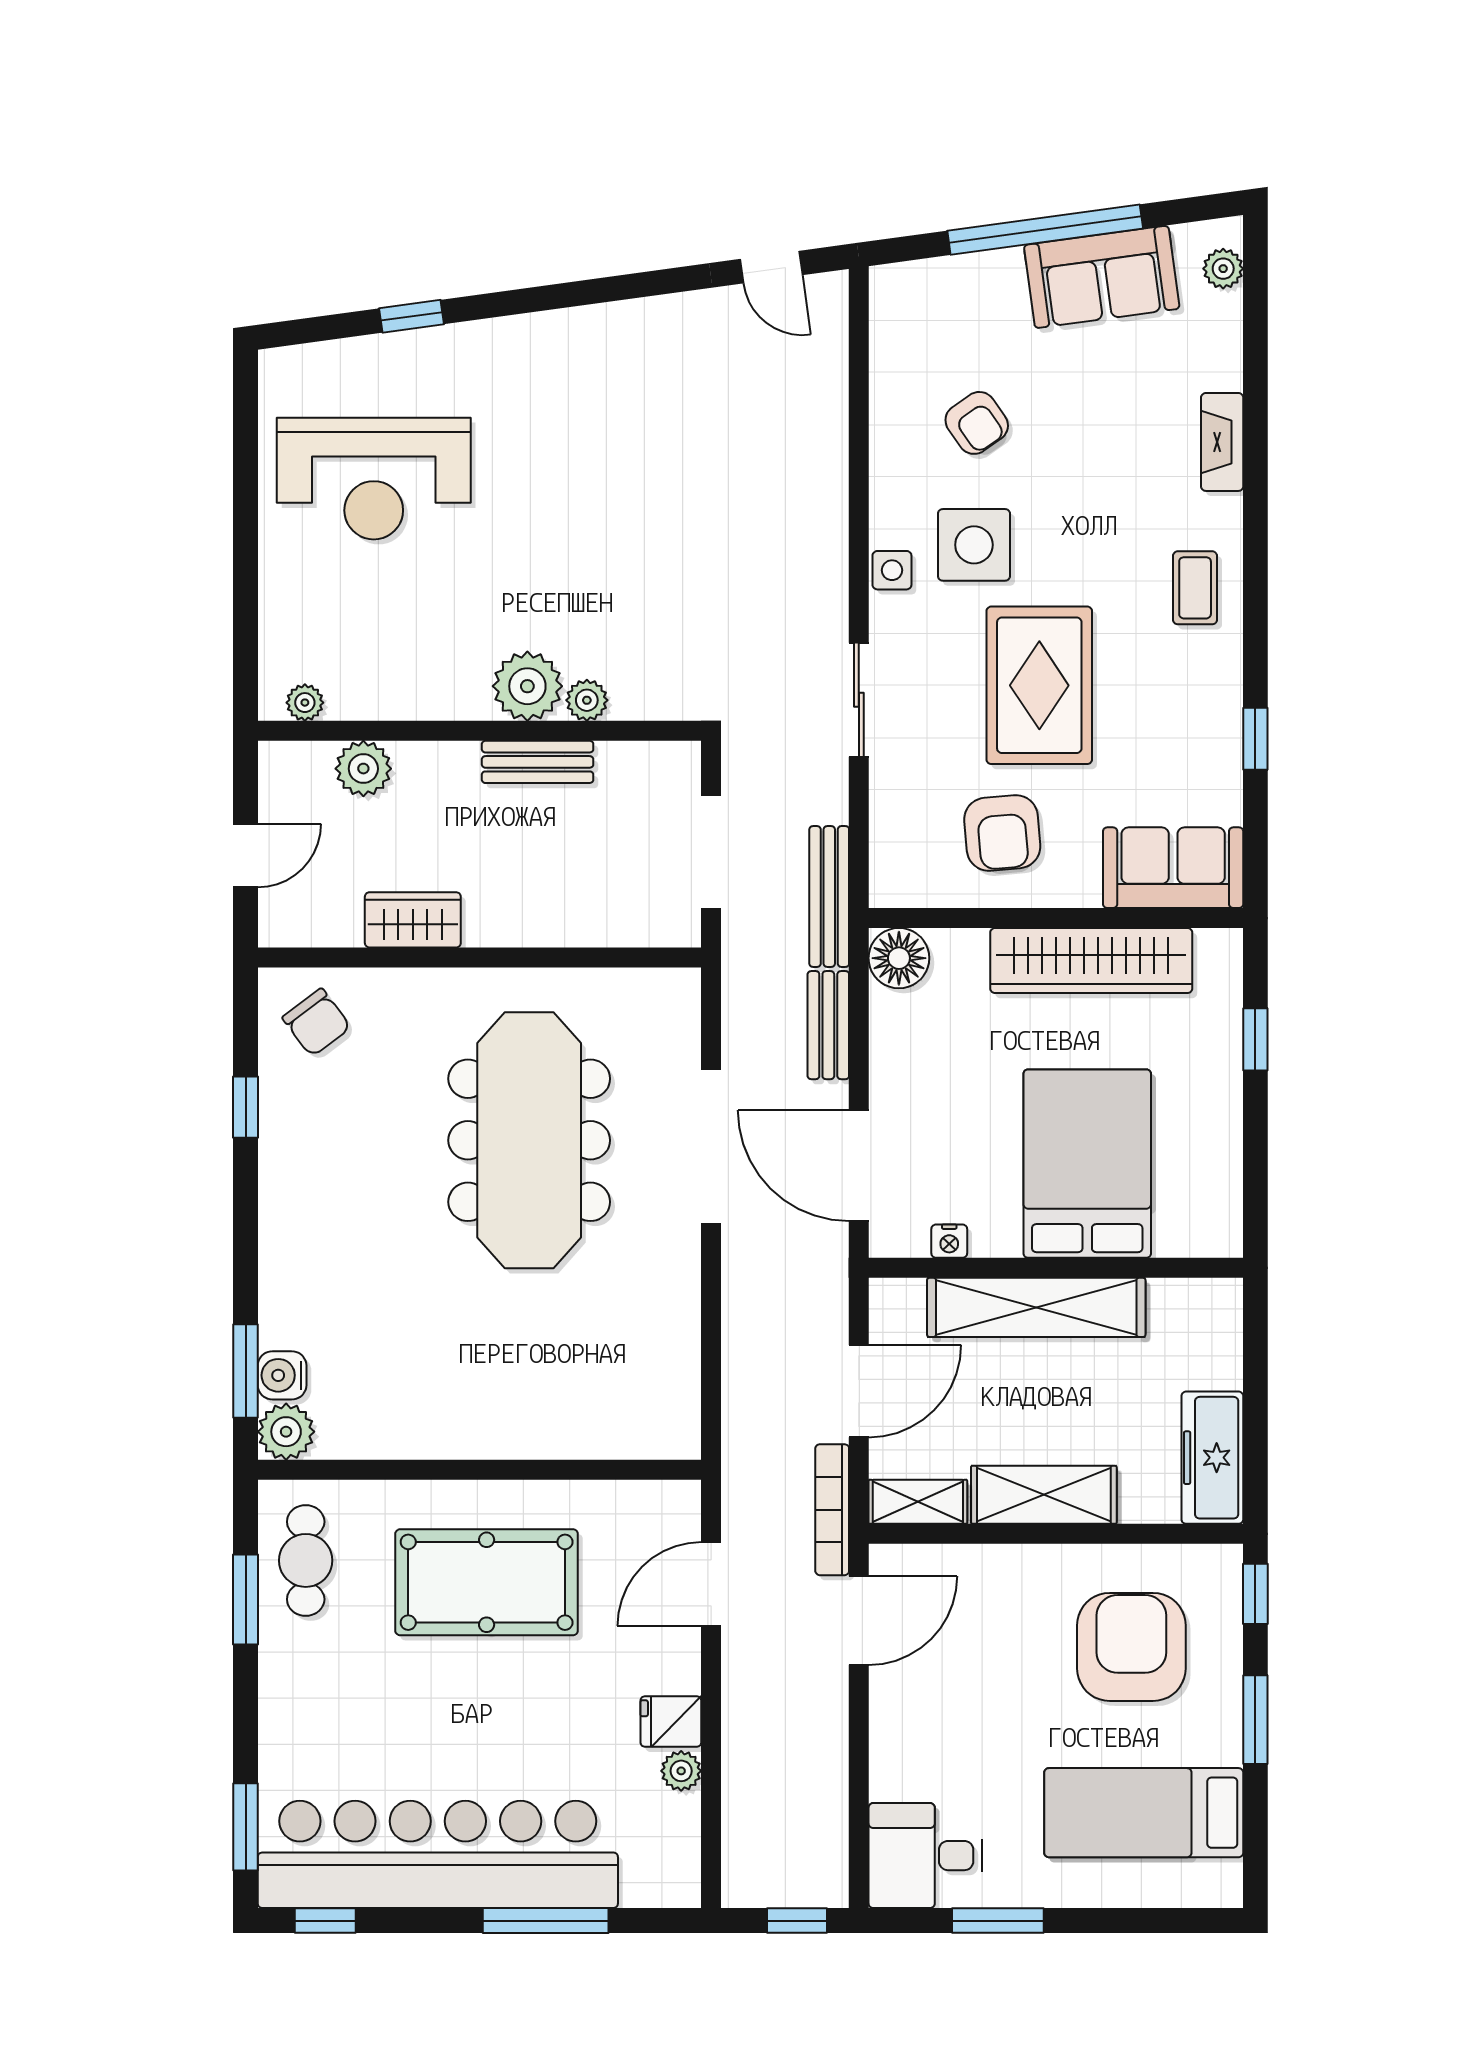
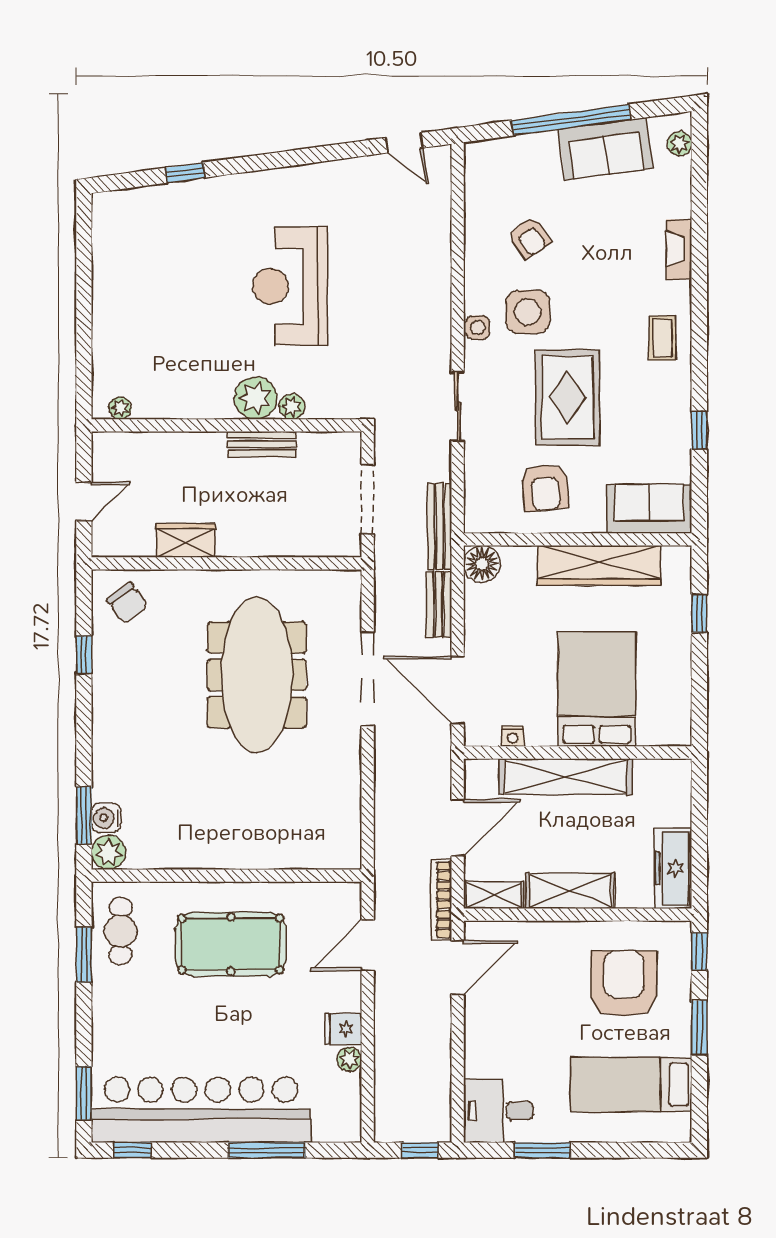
reception desk: (374, 479) -> (290, 286), moved, turned 90
plant: (363, 769) -> (156, 448), removed

